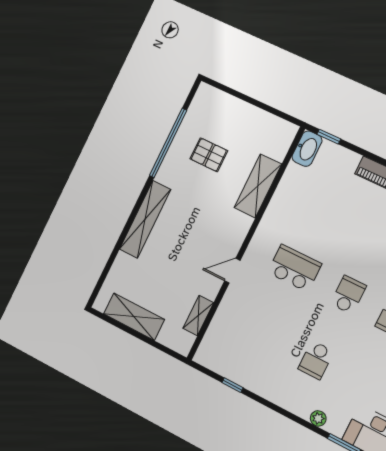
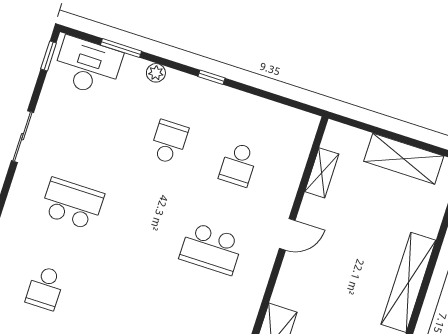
school desk: (348, 295) -> (238, 164), moved
window: (232, 385) -> (211, 77), moved

